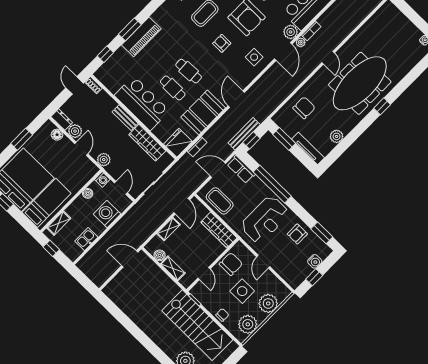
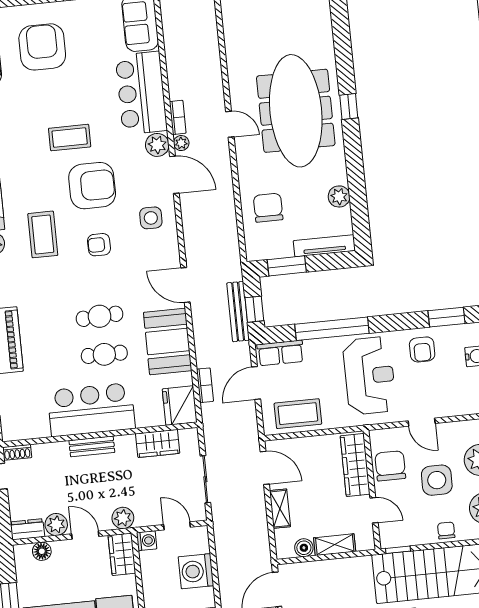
wardrobe: (147, 143) -> (158, 443), width x0.67
wardrobe: (86, 173) -> (122, 554), added
boiler: (88, 193) -> (149, 574), removed
wardrobe: (219, 230) -> (355, 465), moved, turned 90

